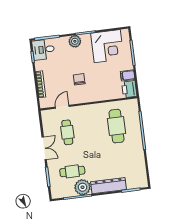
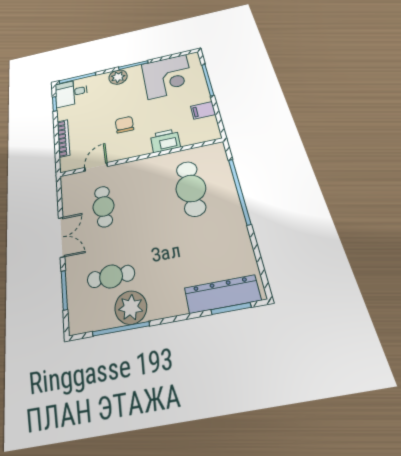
printer: (129, 89) -> (165, 141), moved, turned 90
dresser: (109, 186) -> (222, 294), moved

